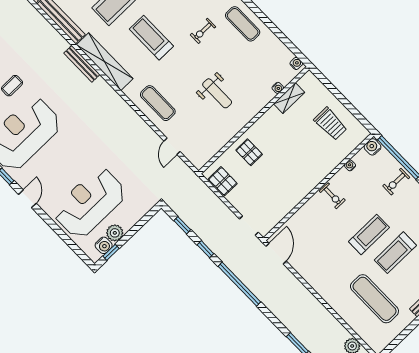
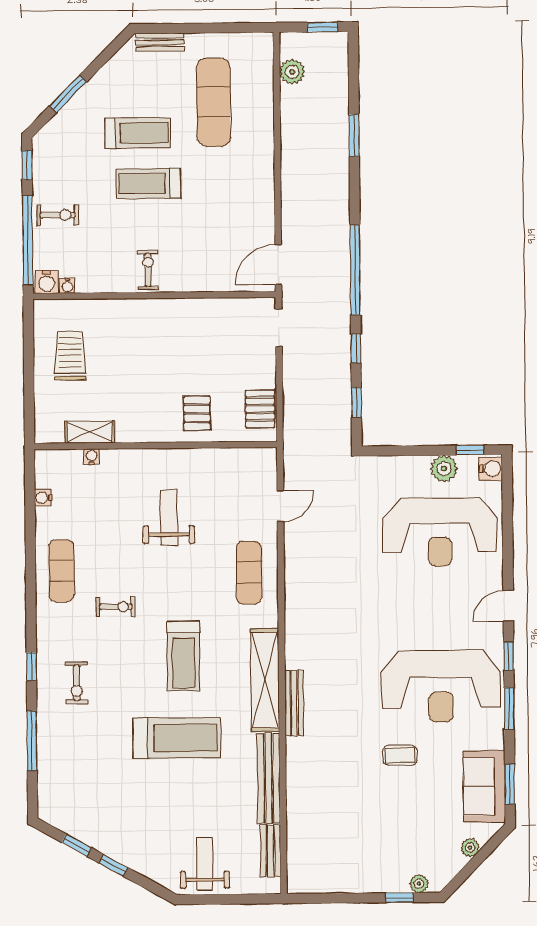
water cooler: (296, 63) -> (43, 498), moved
water cooler: (350, 165) -> (67, 286), moved
water cooler: (104, 245) -> (491, 469), moved, turned 90

